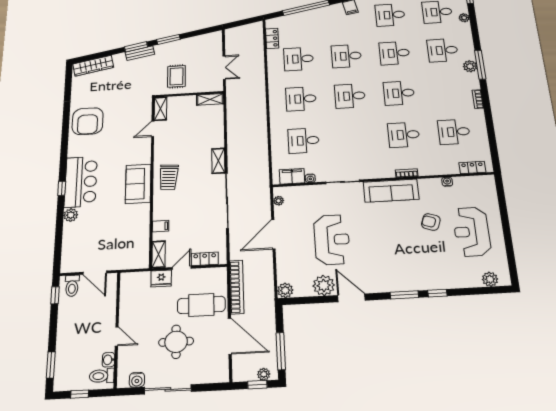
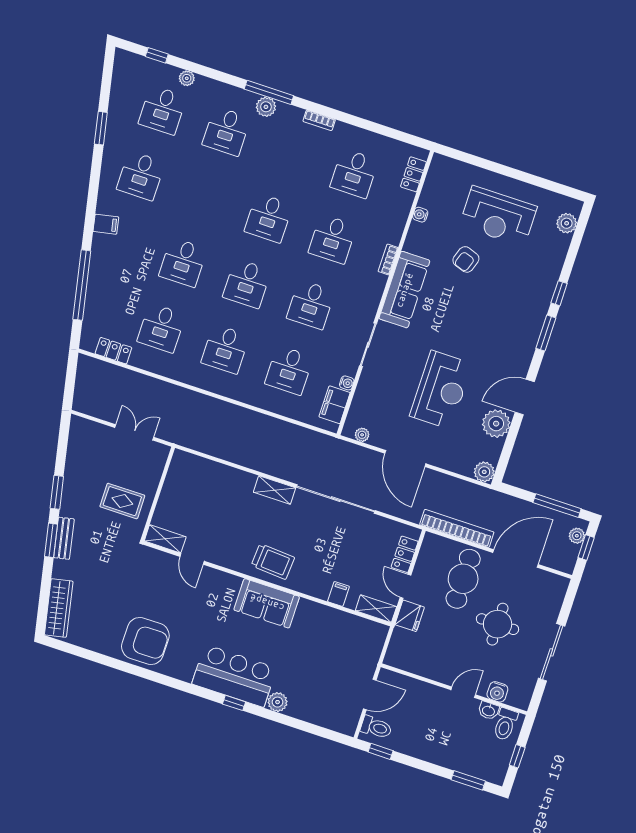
desk: (394, 53) -> (311, 305), moved
shelving: (210, 99) -> (177, 469), removed
reception desk: (332, 240) -> (441, 390), turned 90
water cooler: (137, 380) -> (497, 692), moved, turned 90

